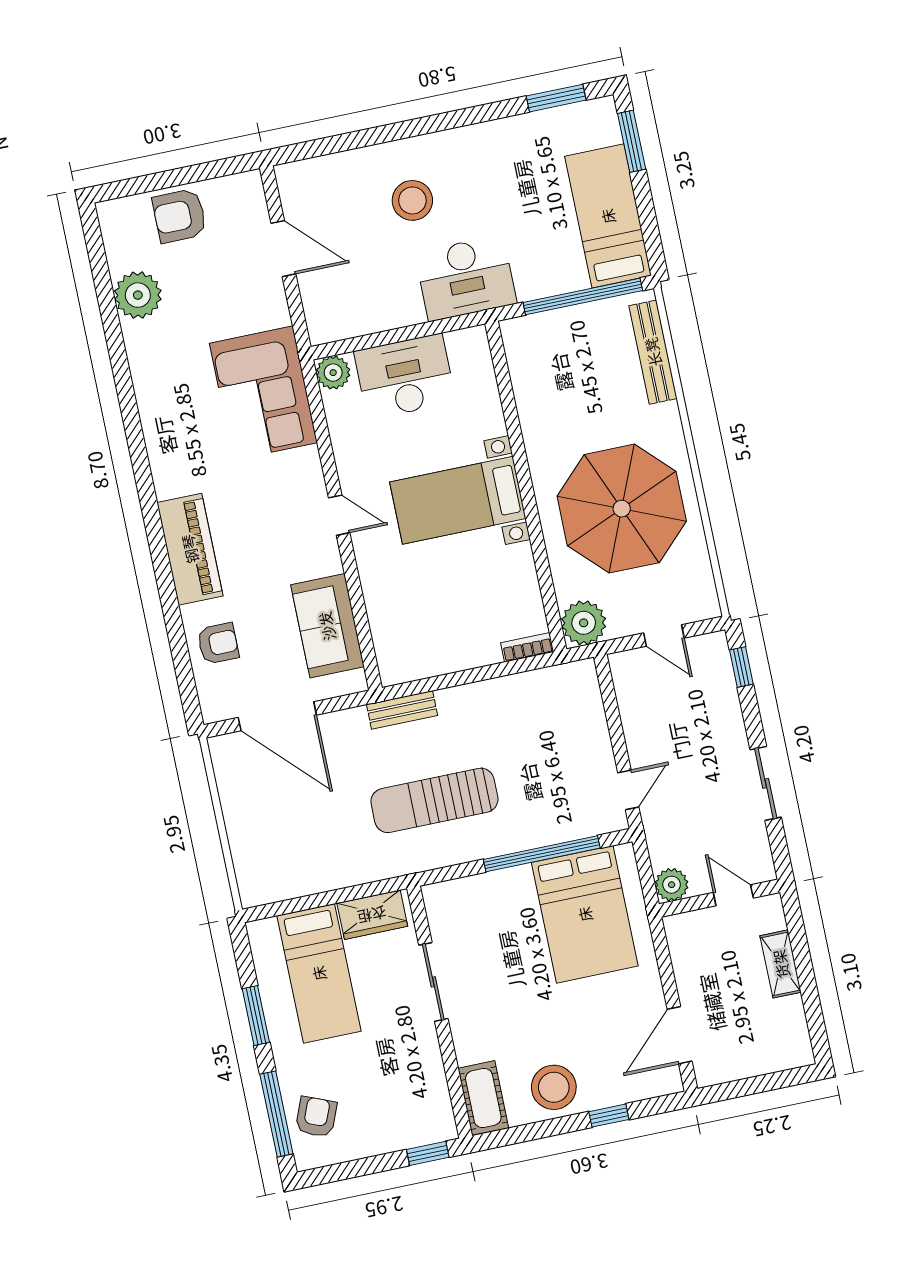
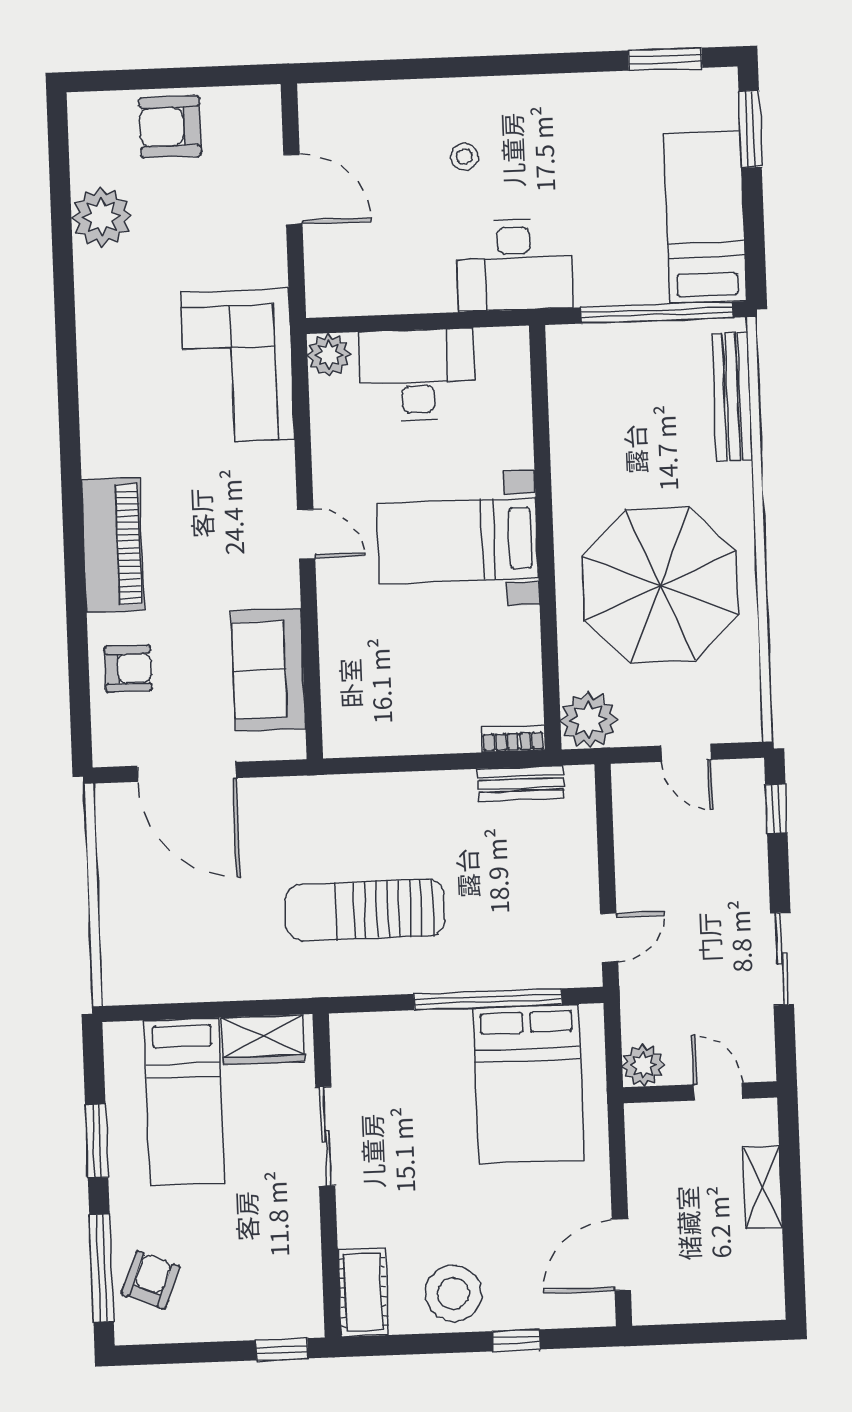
stool: (412, 200) -> (464, 157), width x0.53, depth x0.53
bench: (402, 710) -> (521, 783), moved

